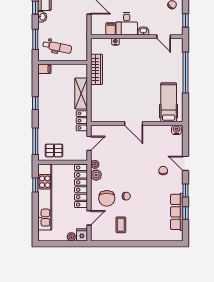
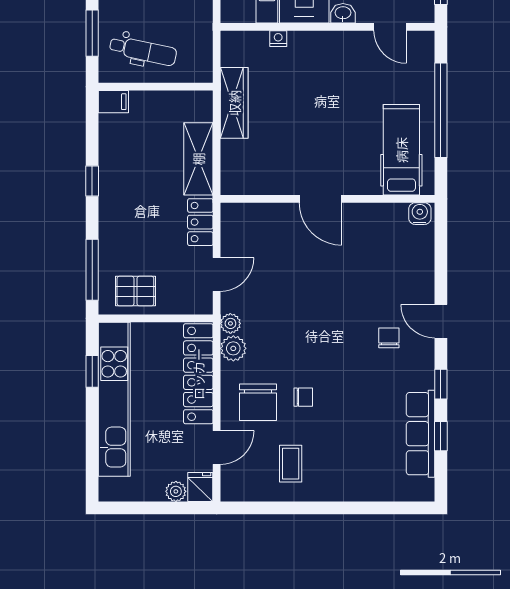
hospital bed: (169, 102) -> (401, 150), moved
door: (134, 124) -> (320, 199), moved
wall: (137, 124) -> (328, 199), moved
water cooler: (176, 130) -> (420, 214), moved

